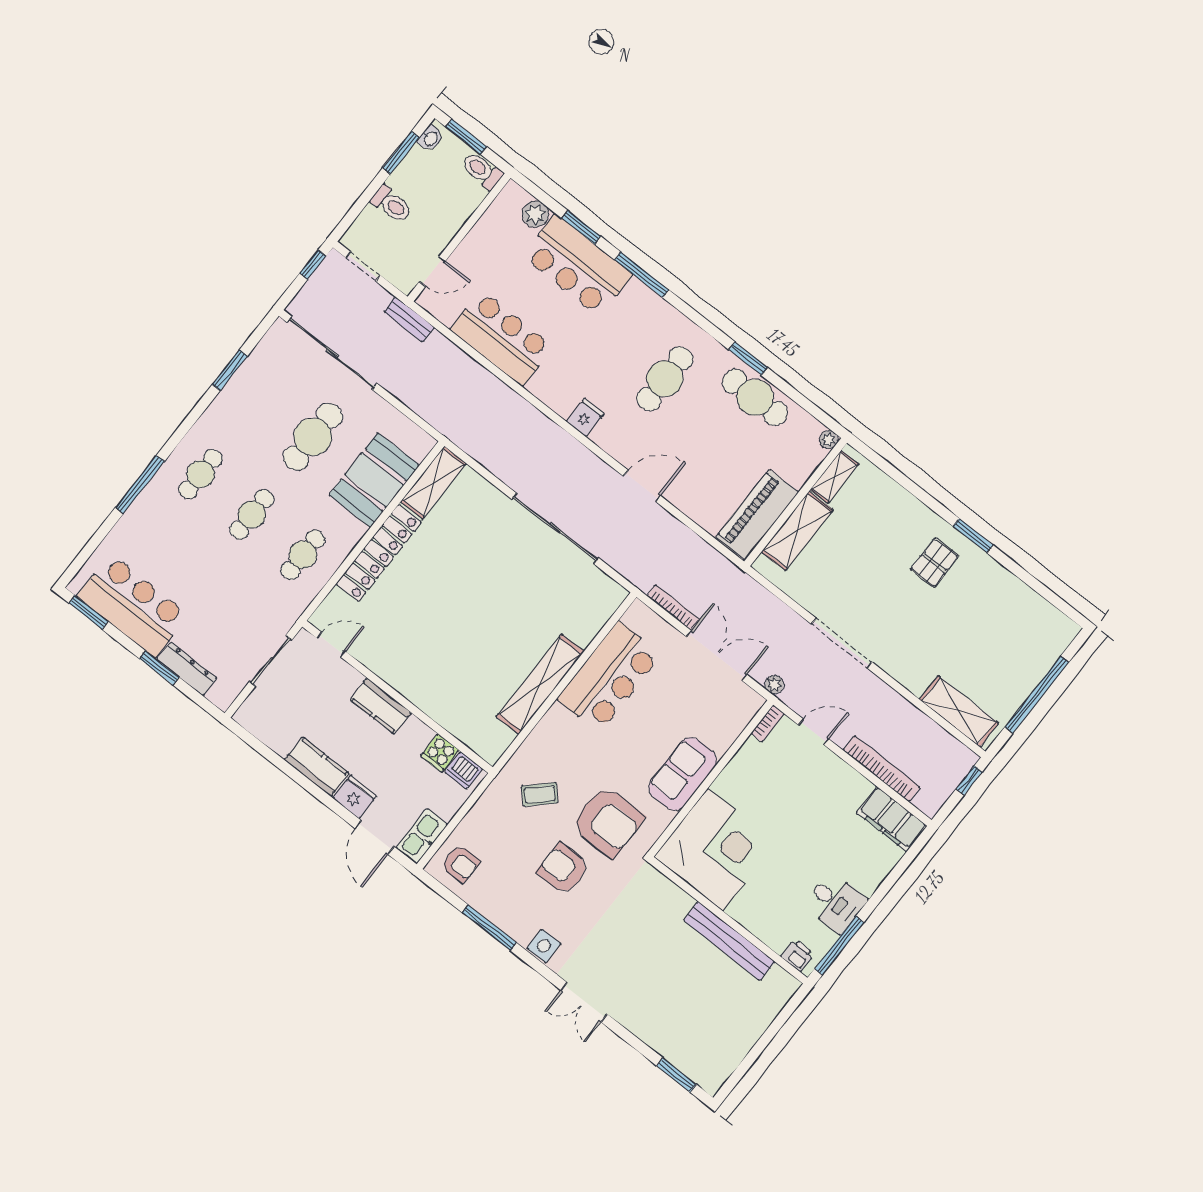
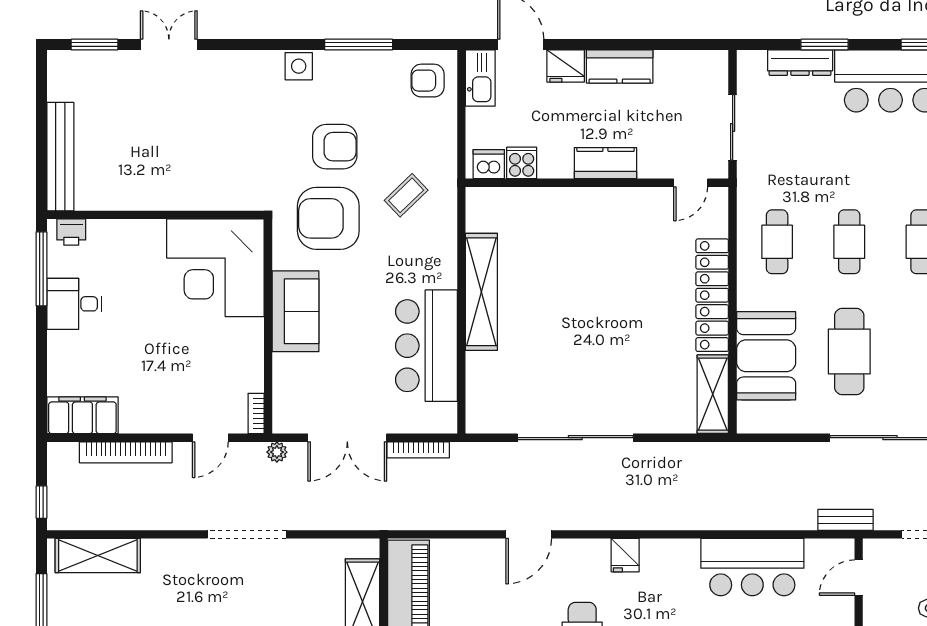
bench: (729, 941) -> (60, 157), moved, turned 90
double door: (584, 1002) -> (169, 45), moved

